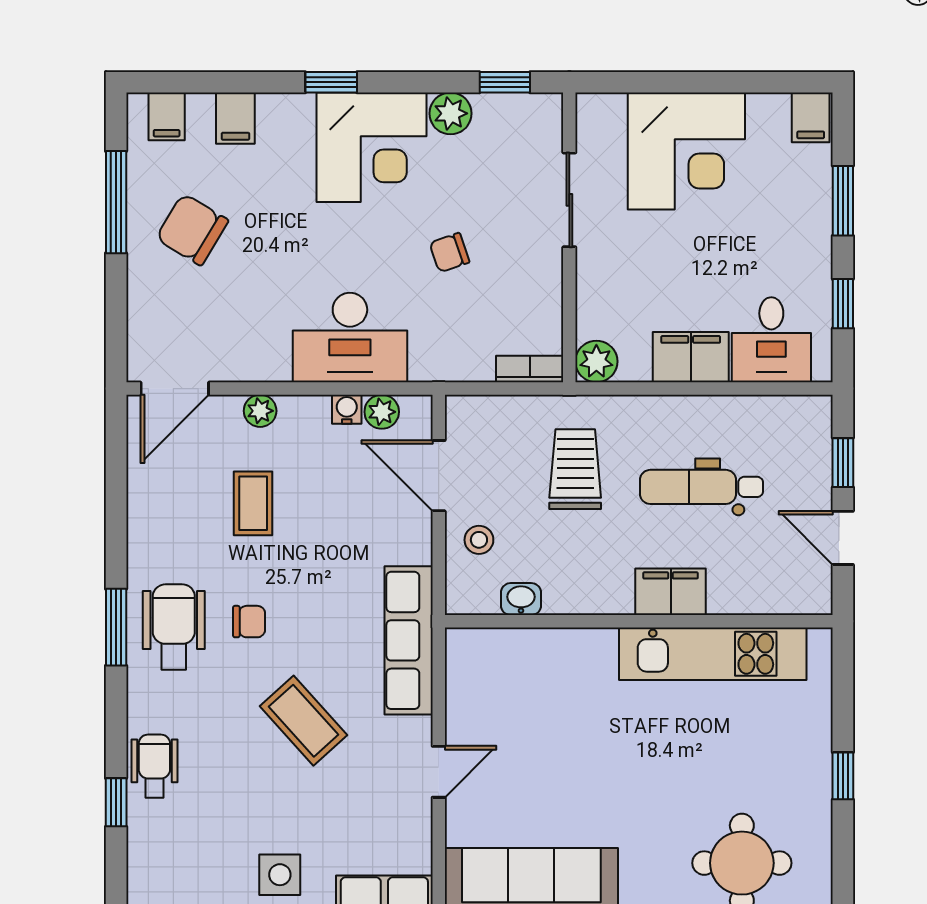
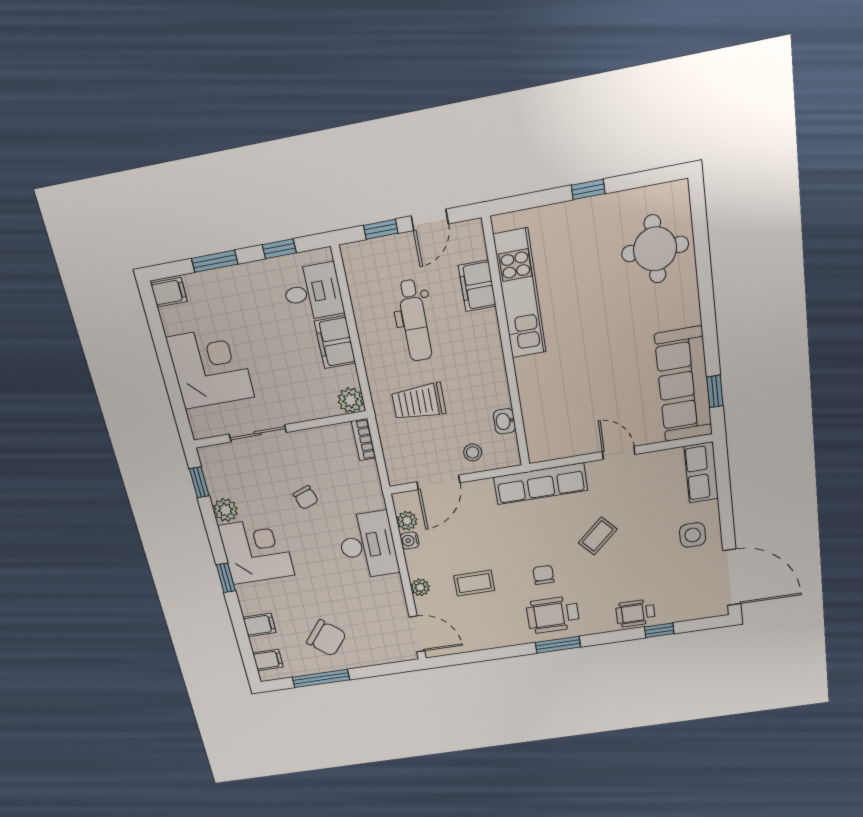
chair: (192, 229) -> (326, 638), turned -81
filing cabinet: (671, 592) -> (477, 286), moved
coffee table: (304, 721) -> (598, 536), width x0.73, depth x0.77

